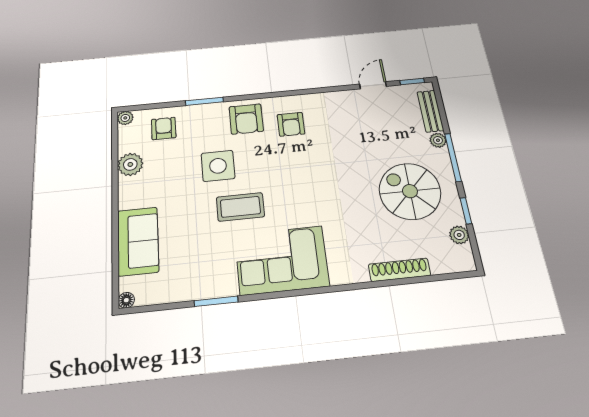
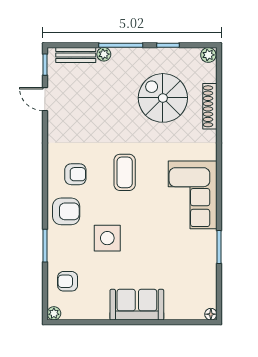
plant: (130, 164) -> (98, 310), removed
spiral stairs: (410, 191) -> (163, 98), moved, turned 90
coffee table: (240, 207) -> (125, 172), moved
plant: (459, 235) -> (208, 55), moved
sofa: (138, 241) -> (137, 305), moved

